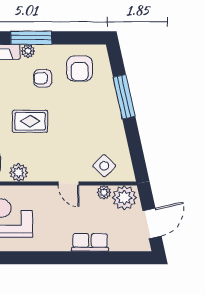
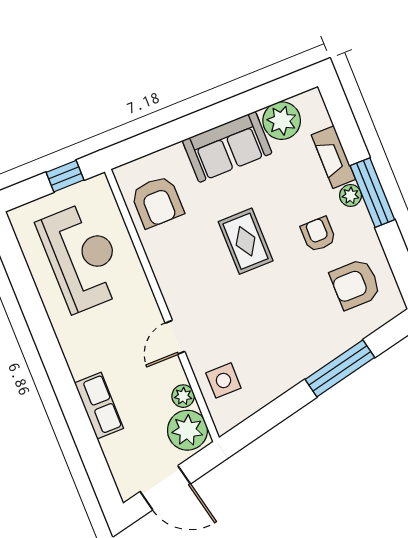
side table: (104, 166) -> (223, 380), turned 45
plant: (19, 172) -> (161, 255), removed

